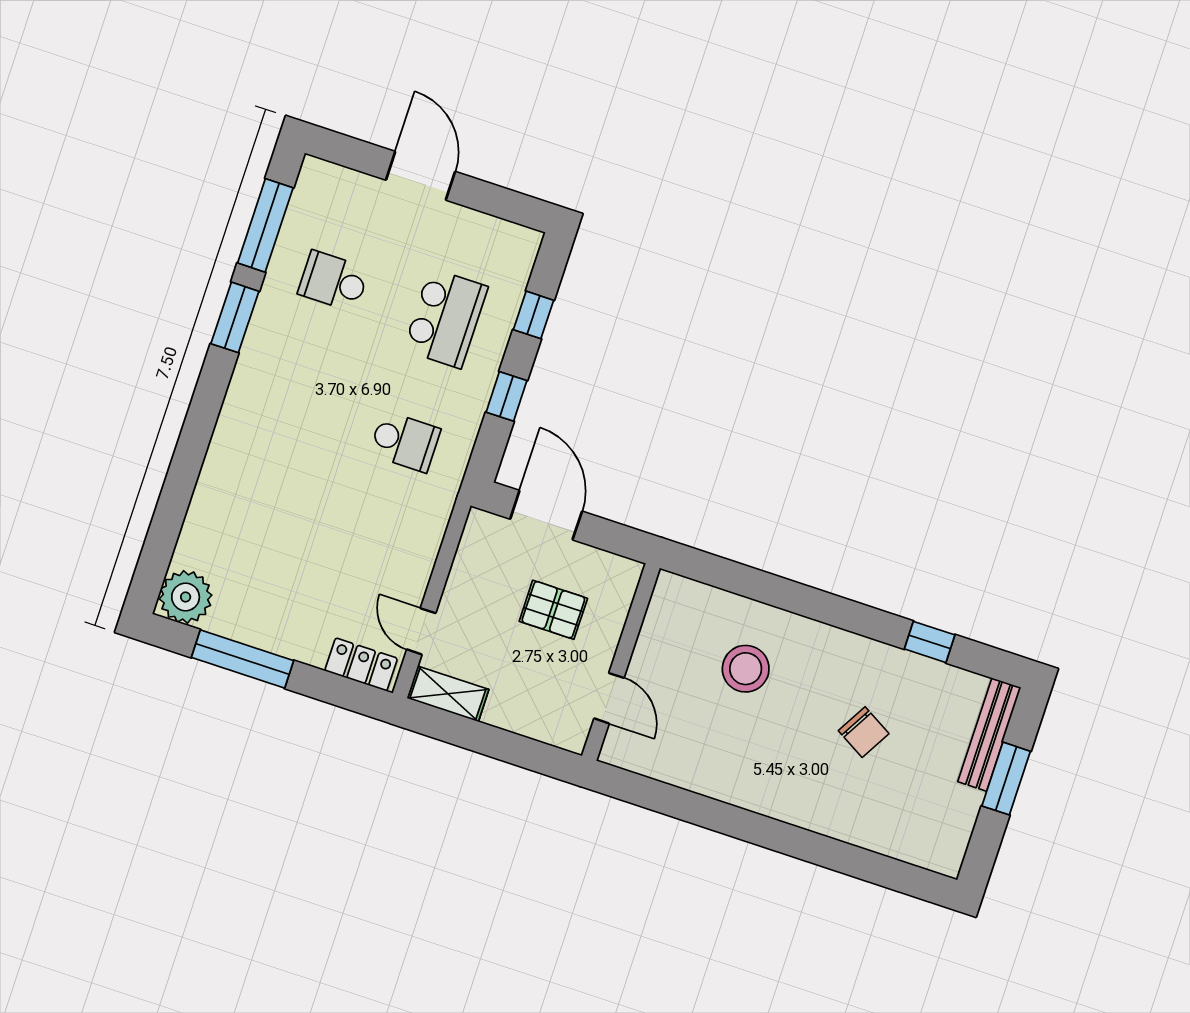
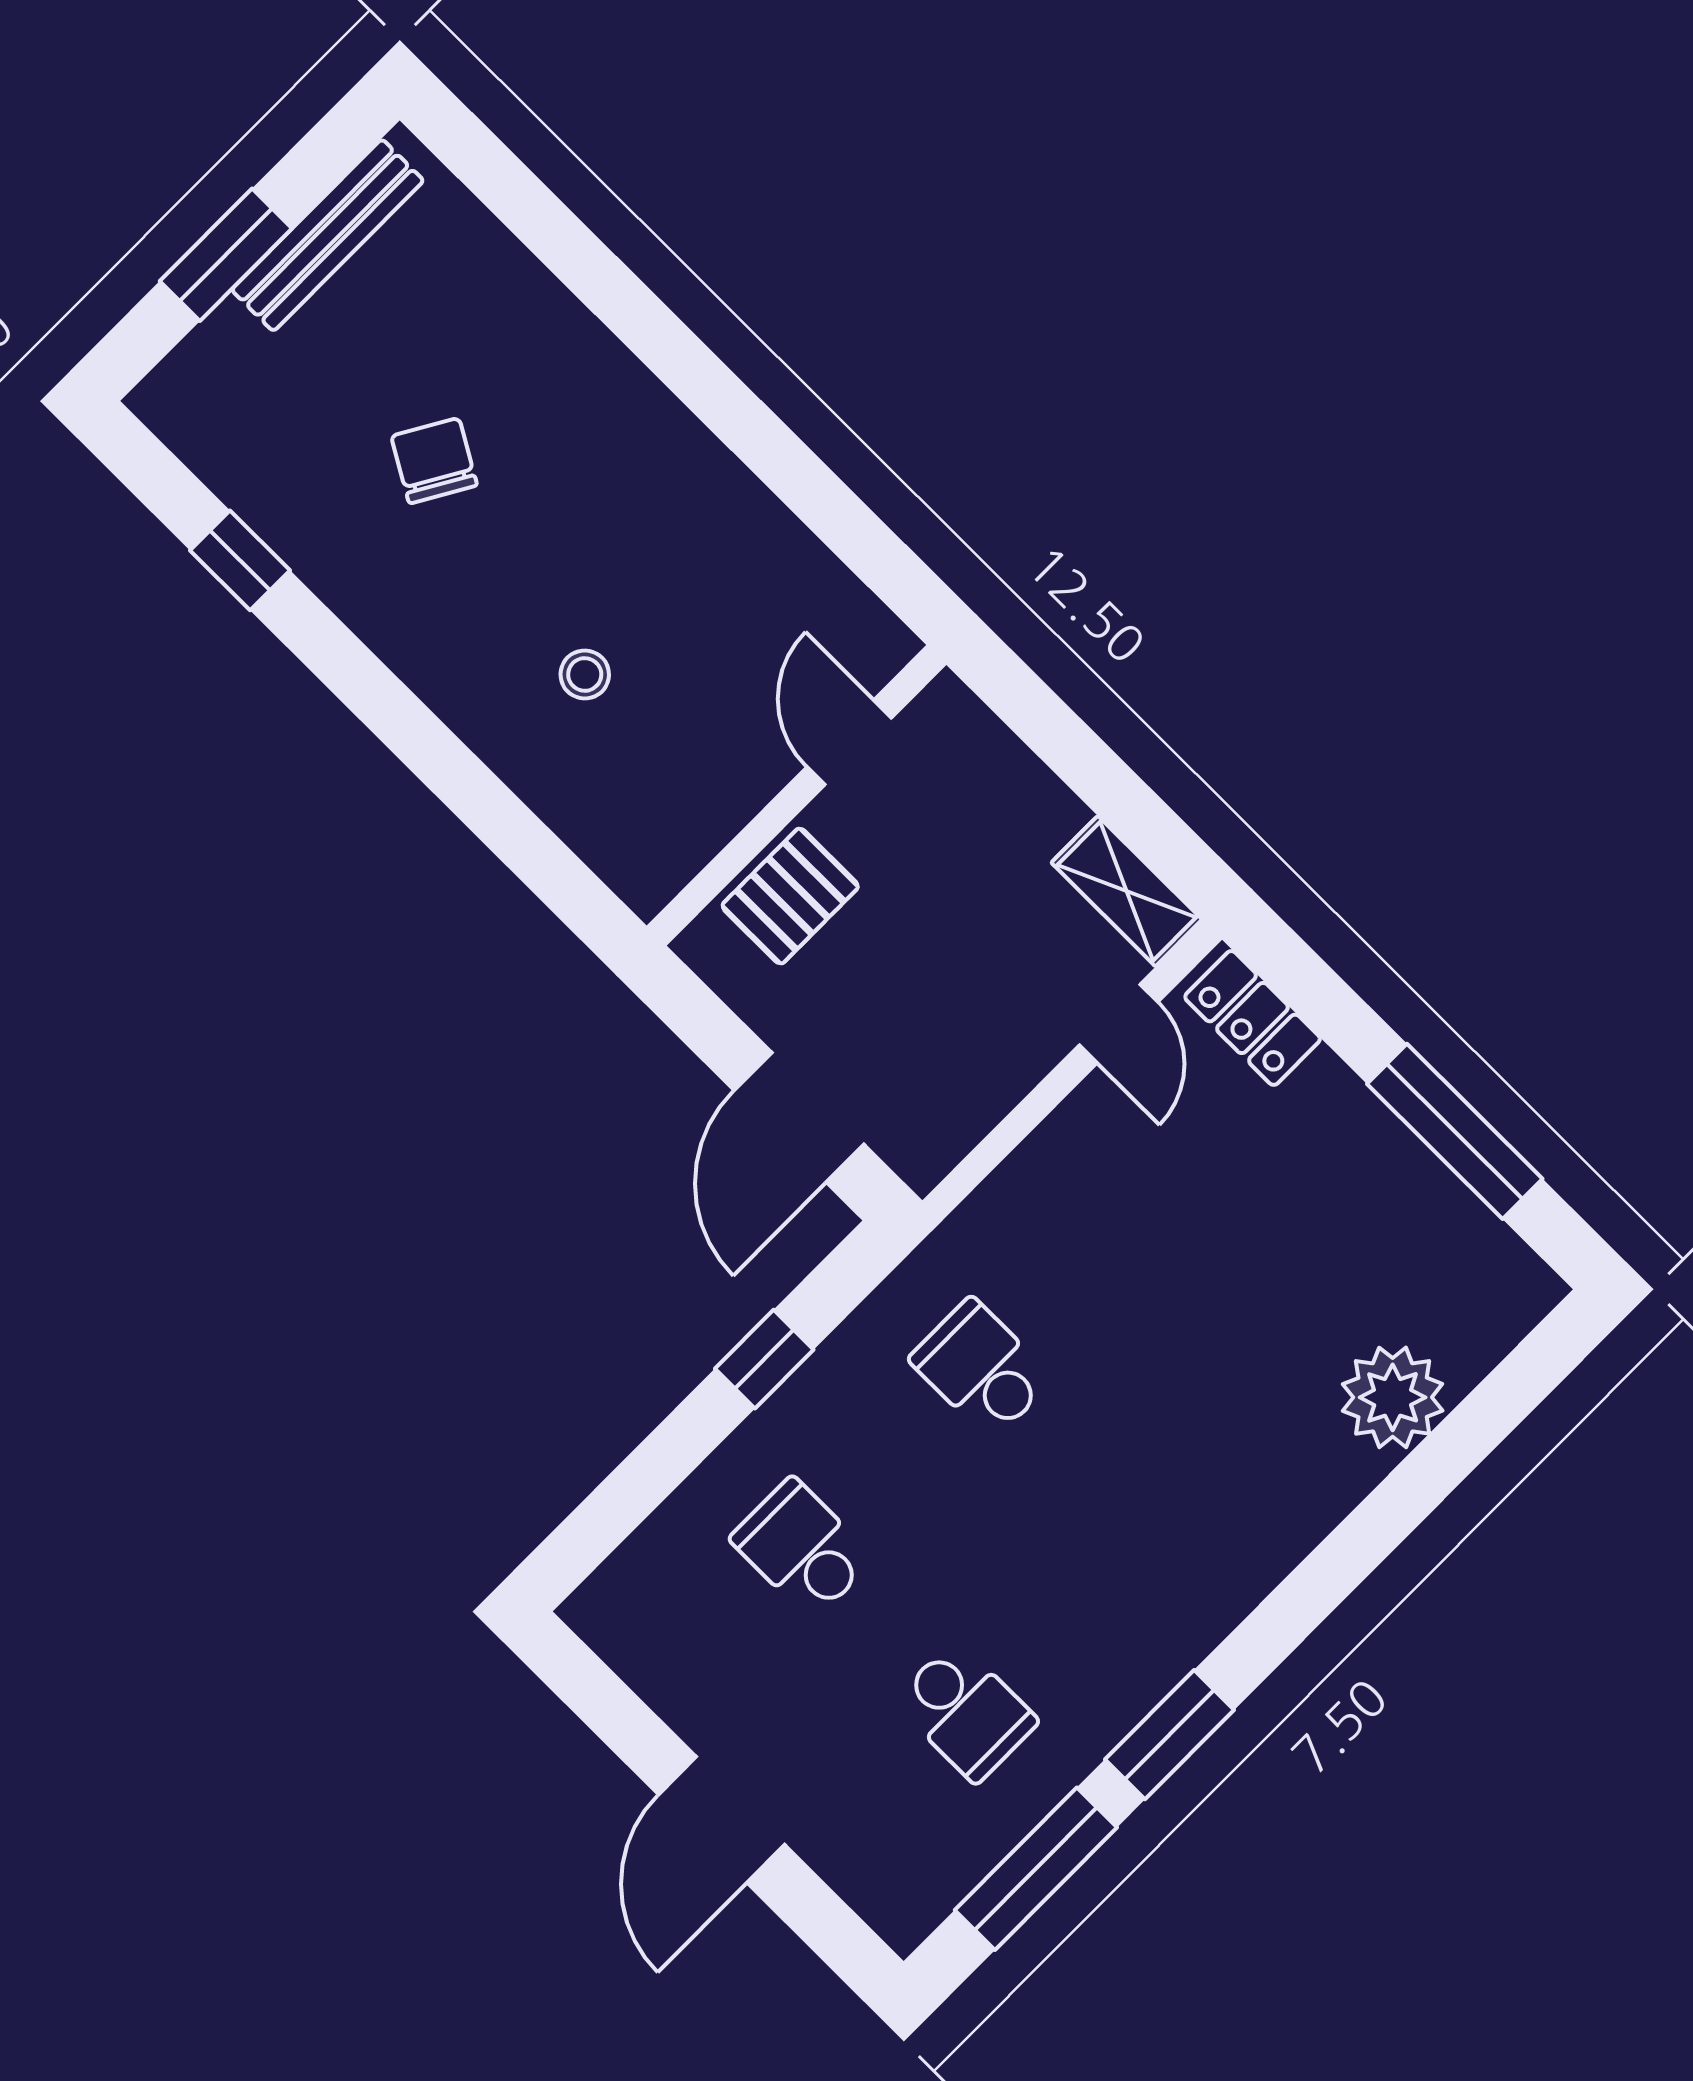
window: (533, 315) -> (646, 1478), removed
school desk: (446, 318) -> (802, 1549), width x0.54
plant: (186, 597) -> (1393, 1397), moved
pallet: (553, 610) -> (790, 896), moved, turned 90
stool: (746, 669) -> (585, 674), width x0.53, depth x0.53
bench: (989, 735) -> (328, 235), moved

